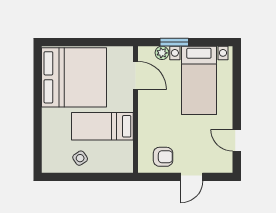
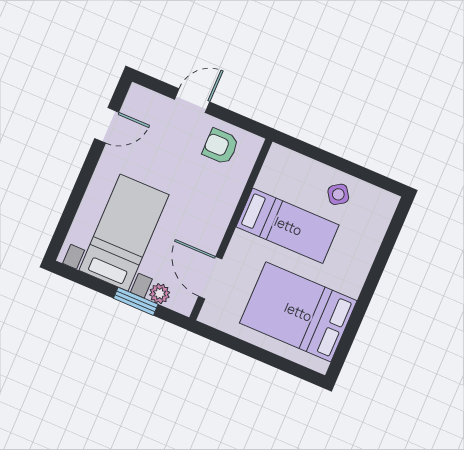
bed: (74, 77) -> (298, 312), width x0.73
door: (237, 140) -> (107, 125), hinge flipped

